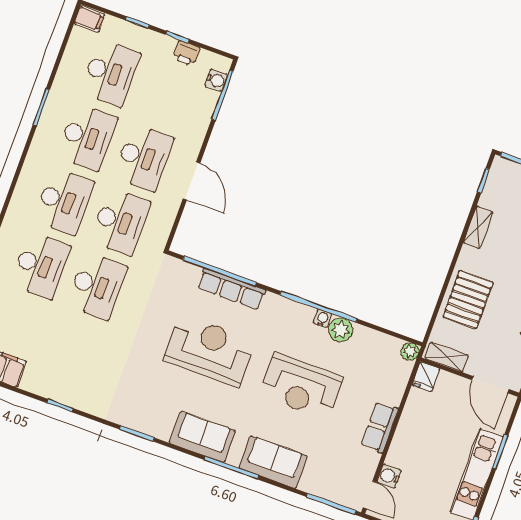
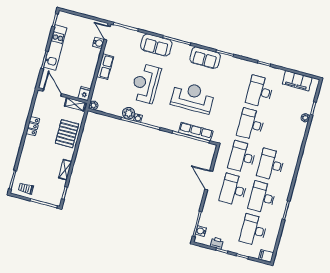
desk: (40, 266) -> (260, 91), moved
row of seats: (231, 289) -> (196, 132), moved
reception desk: (209, 350) -> (193, 97), turned 180
reception desk: (301, 386) -> (146, 84), turned -90
sofa: (202, 437) -> (205, 58), moved

